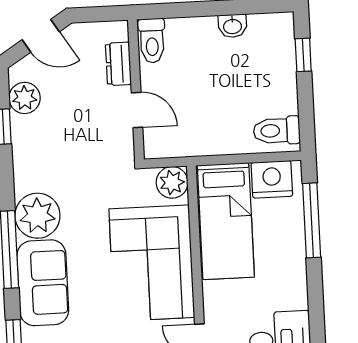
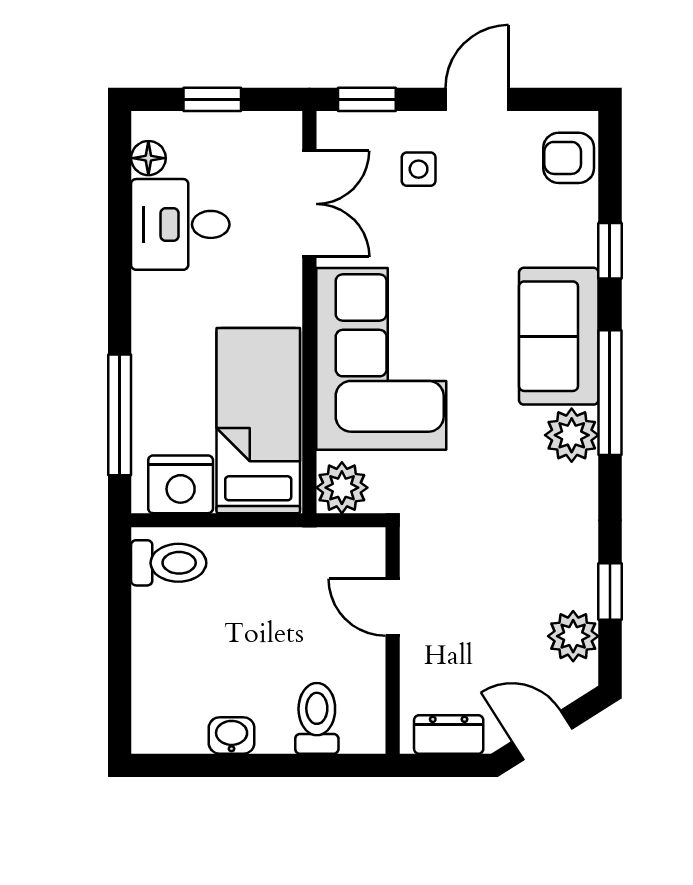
toilet: (152, 41) -> (317, 718), moved
window: (303, 55) -> (120, 683), removed
dresser: (118, 64) -> (449, 734), moved, turned -90
plant: (37, 216) -> (572, 435), width x0.73, depth x0.73

